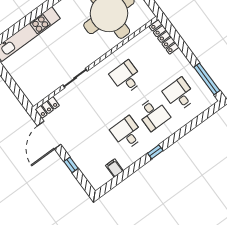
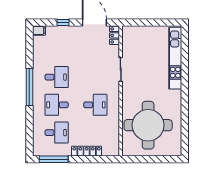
locker: (164, 37) -> (87, 151), moved
window: (155, 152) -> (29, 87), width x3.17
filing cabinet: (114, 168) -> (39, 31), moved

